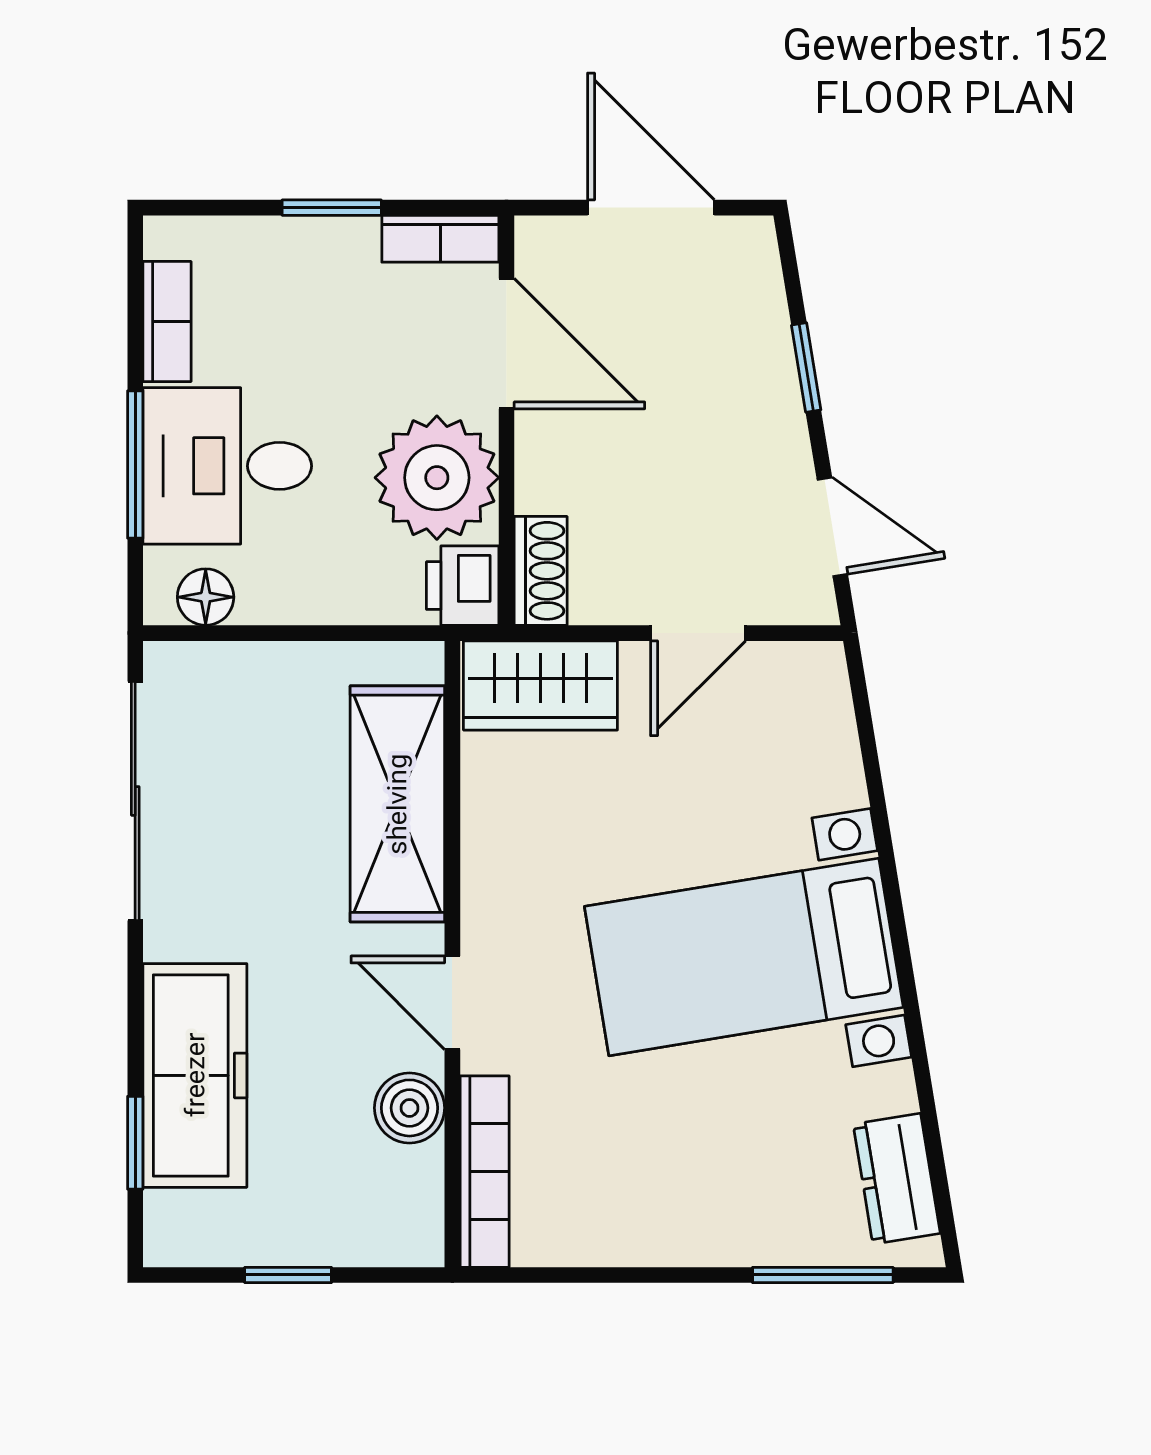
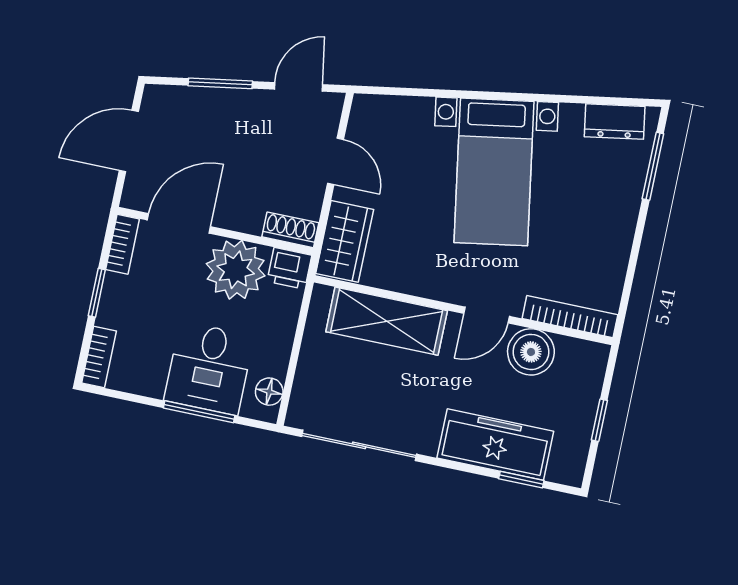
bookcase: (167, 321) -> (99, 357), moved, turned 90
window: (806, 368) -> (220, 83), width x1.50
boiler: (409, 1108) -> (531, 352), width x1.36, depth x1.36

